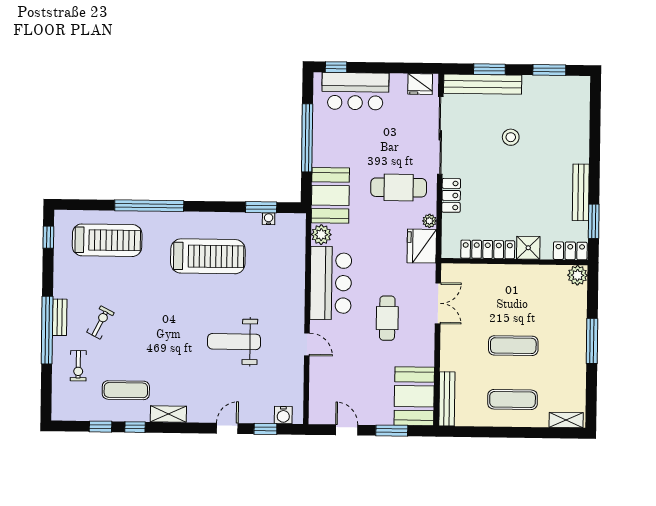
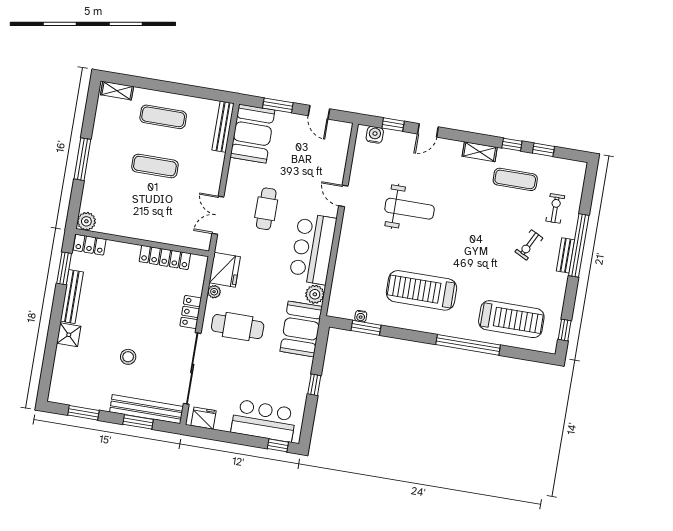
window: (307, 138) -> (314, 385), width x0.32
treadmill: (107, 240) -> (511, 319), turned 180
shower: (528, 248) -> (69, 335), moved

